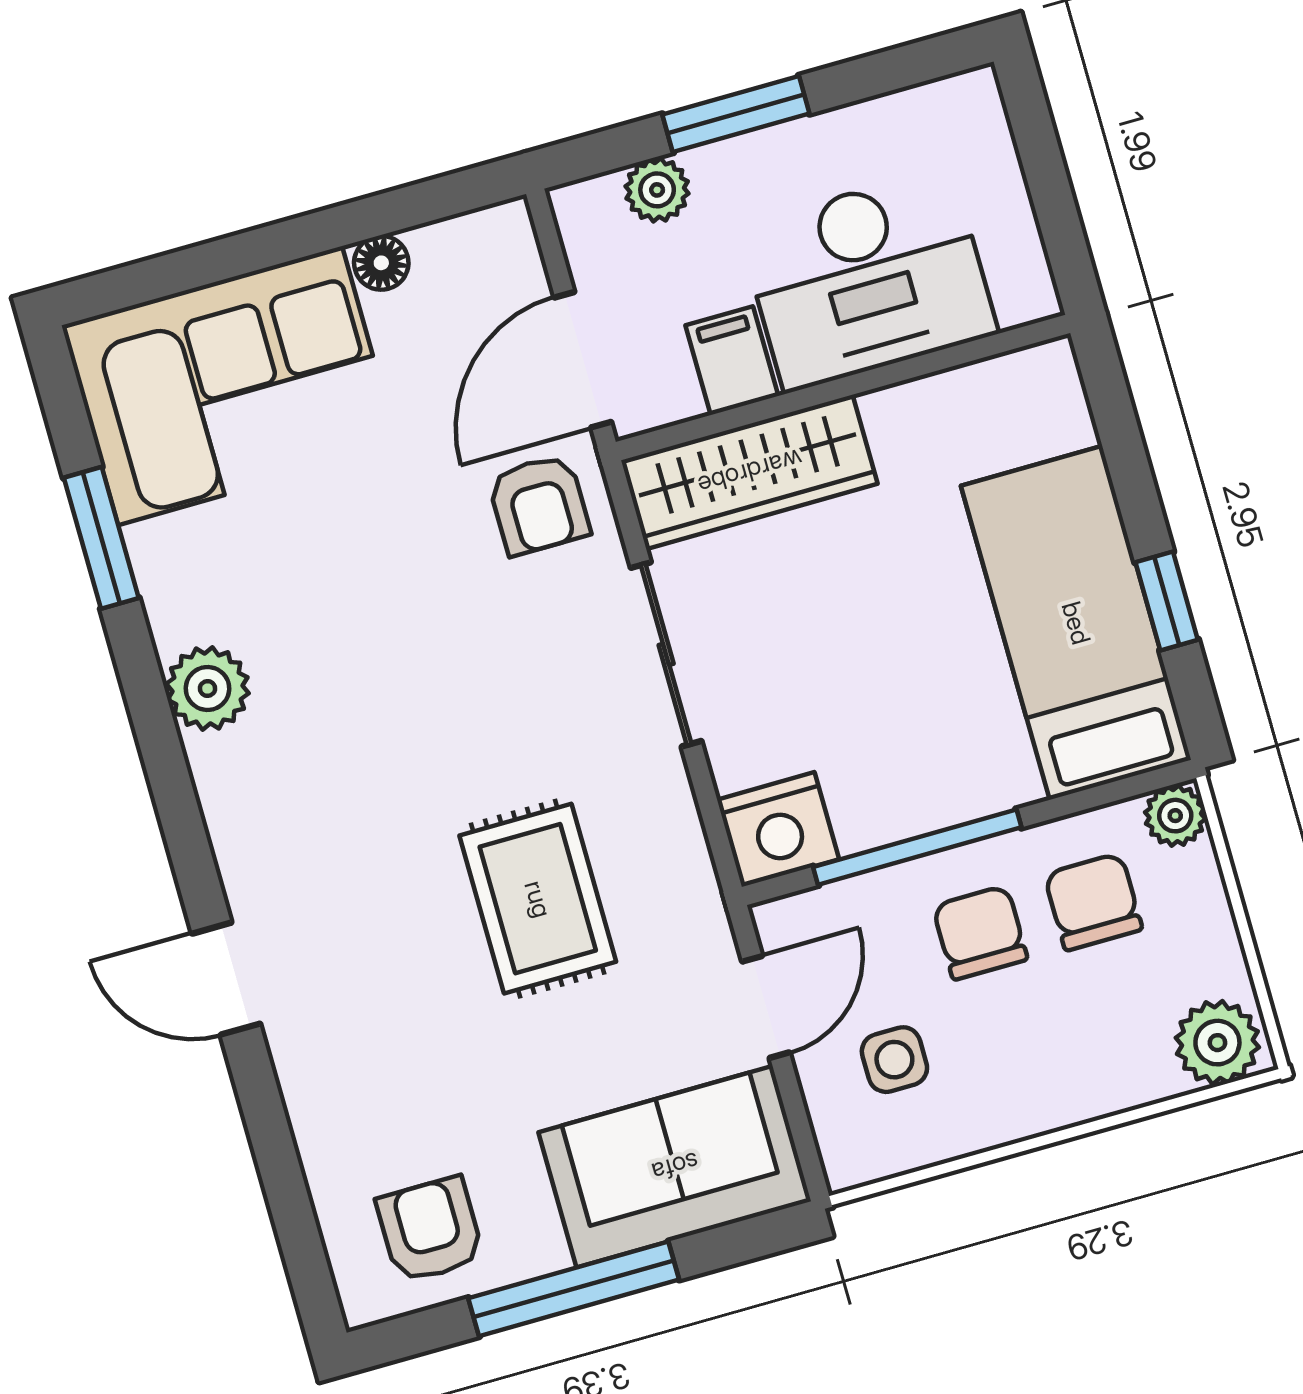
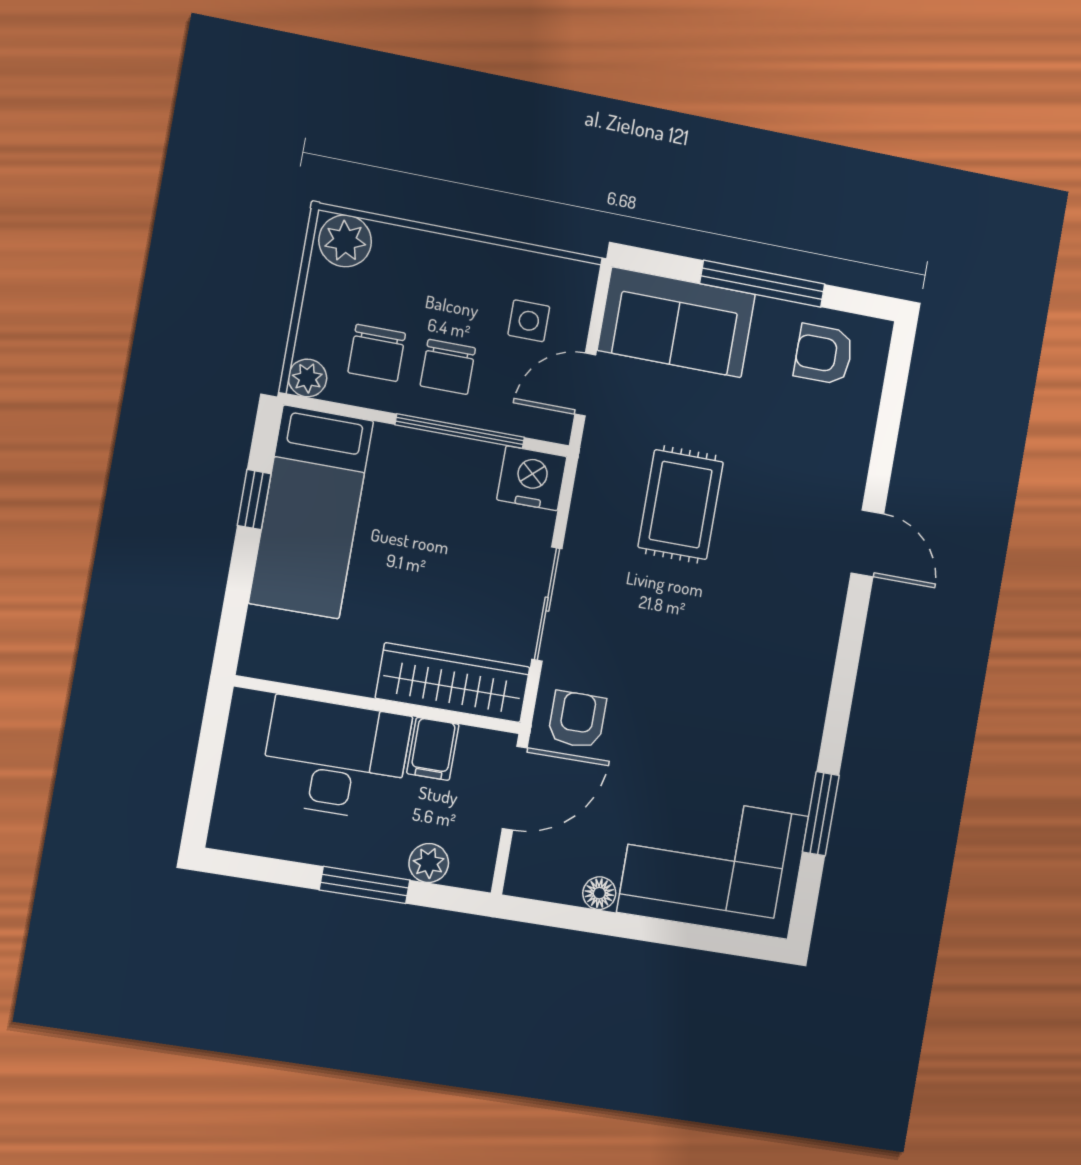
plant: (207, 689) -> (803, 705), removed
armchair: (430, 1230) -> (824, 354), turned 90

